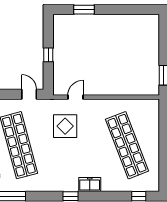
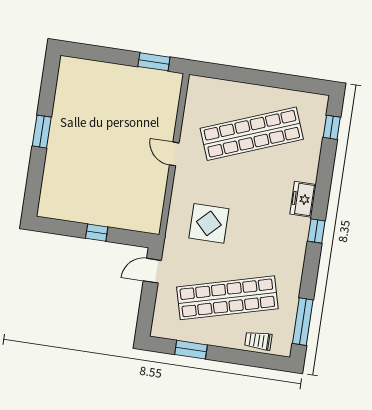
window: (84, 10) -> (42, 132), moved
door: (75, 97) -> (174, 154), moved

